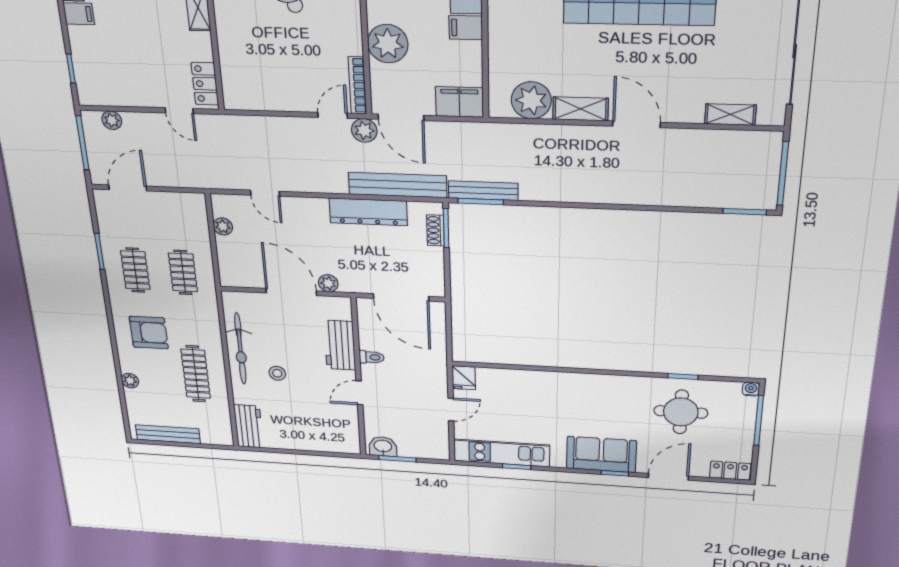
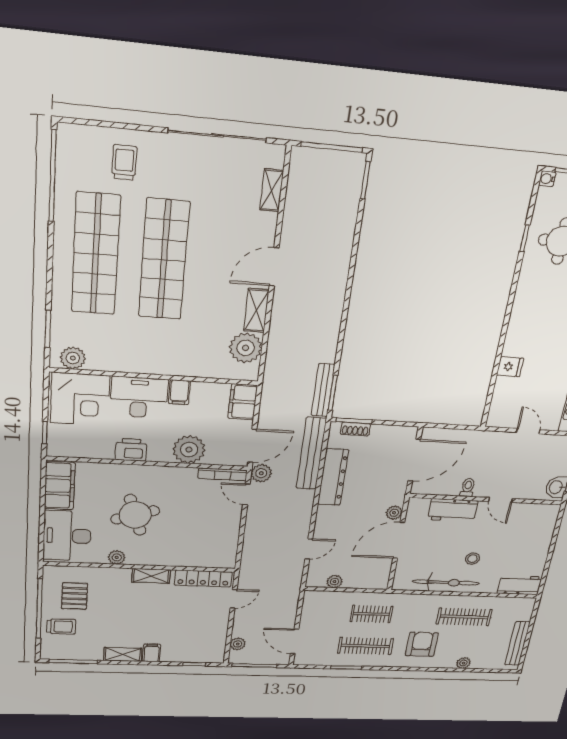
locker: (205, 84) -> (203, 579), width x1.53
clothes rail: (135, 270) -> (365, 646), width x1.36
fridge: (464, 378) -> (510, 367), moved

